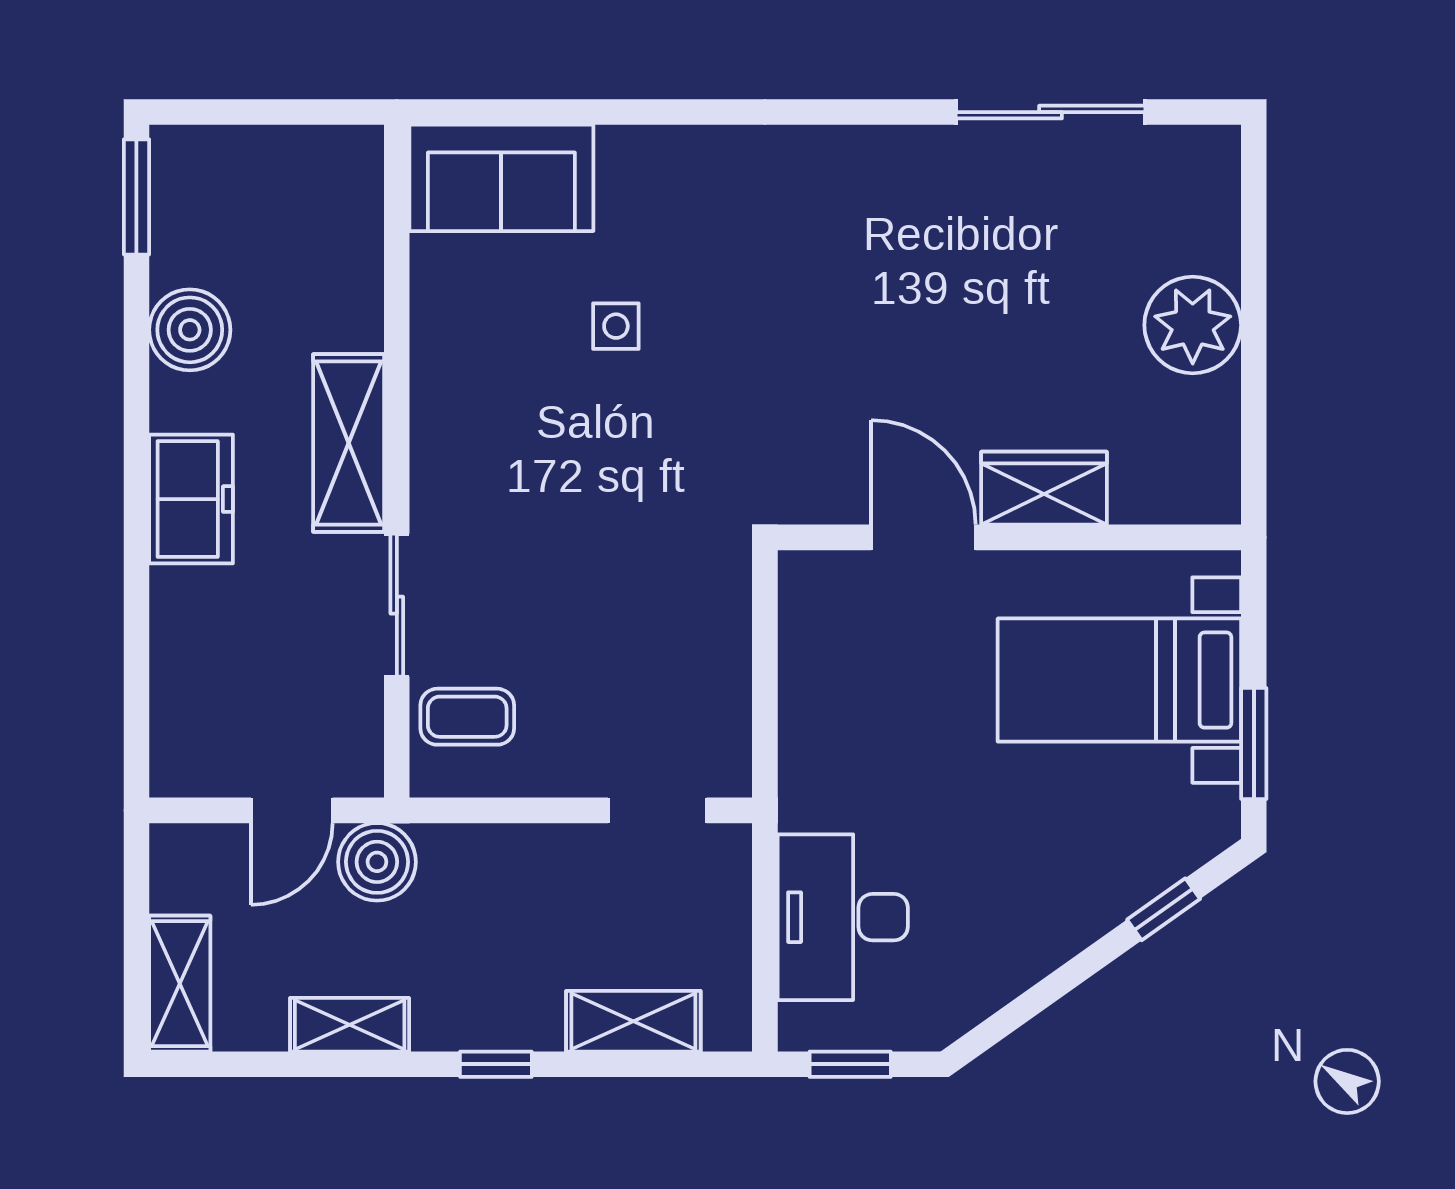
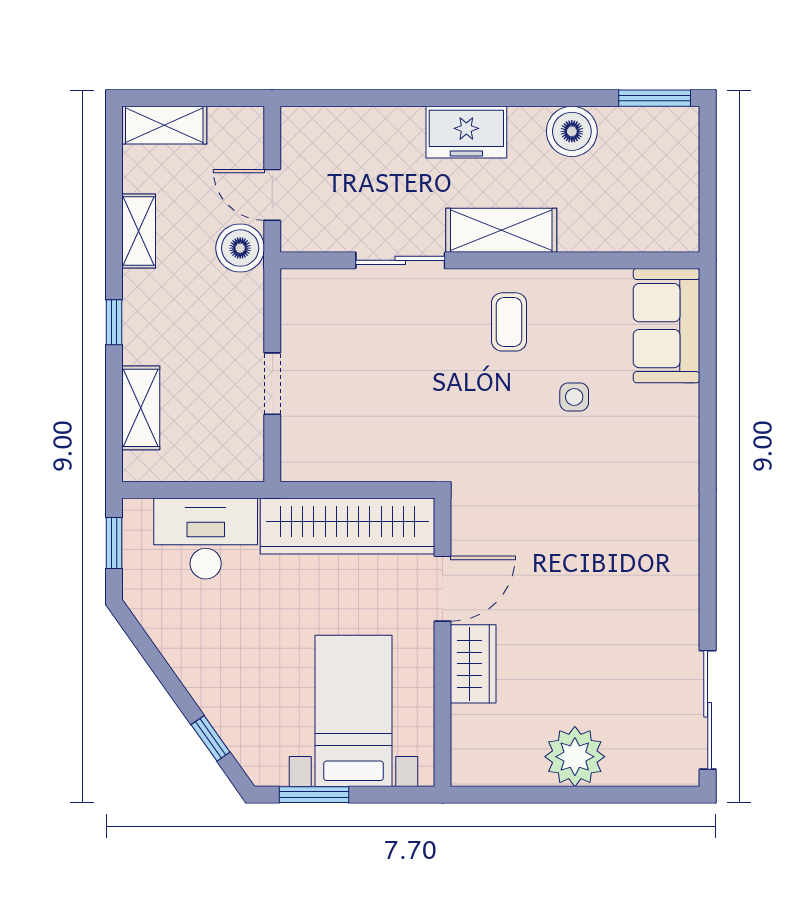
sliding door: (1050, 112) -> (708, 710), moved
wardrobe: (823, 690) -> (348, 526), added
coffee table: (467, 717) -> (509, 322), moved
doorway: (657, 810) -> (272, 384), moved

